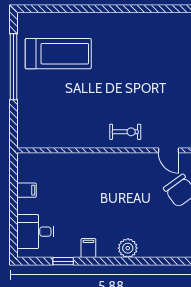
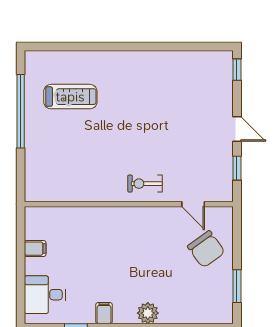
treadmill: (58, 54) -> (70, 97), width x0.73, depth x0.73
exercise bike: (125, 132) -> (145, 184), turned 180

